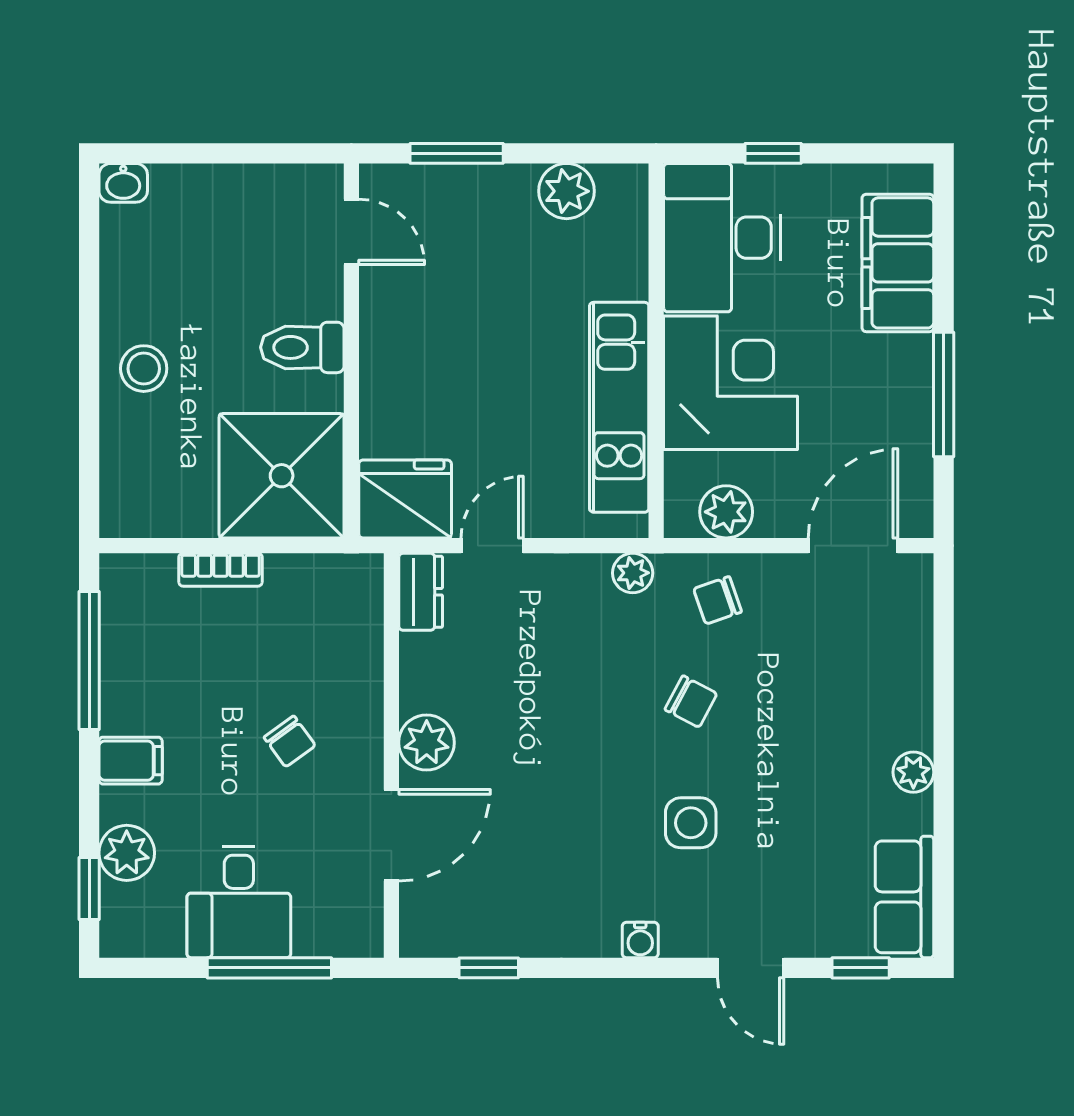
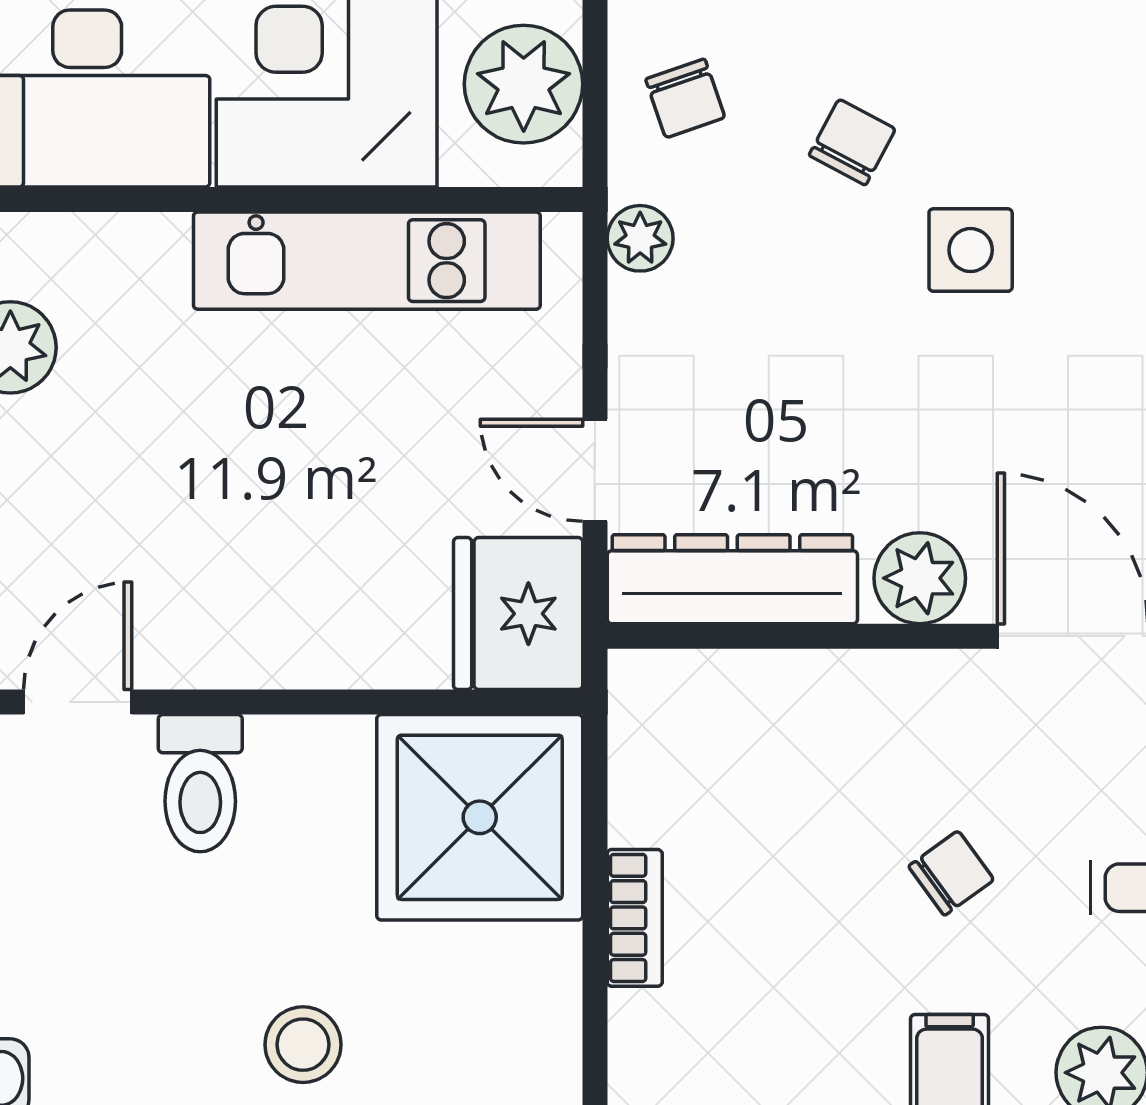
toilet: (302, 347) -> (200, 783), moved
plant: (726, 512) -> (524, 84), width x1.36, depth x1.36
dresser: (421, 592) -> (732, 579), width x1.96, depth x1.24
chair: (290, 741) -> (951, 873), moved
side table: (691, 823) -> (971, 250), moved

